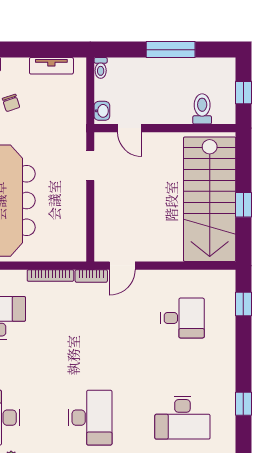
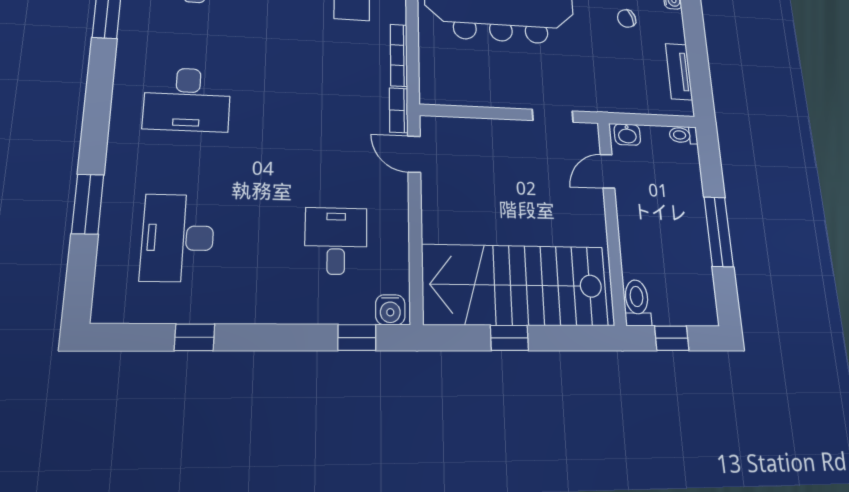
toilet: (202, 109) -> (637, 303), moved, turned -90
water cooler: (226, 283) -> (390, 310), added
desk: (182, 318) -> (336, 241), turned 180

